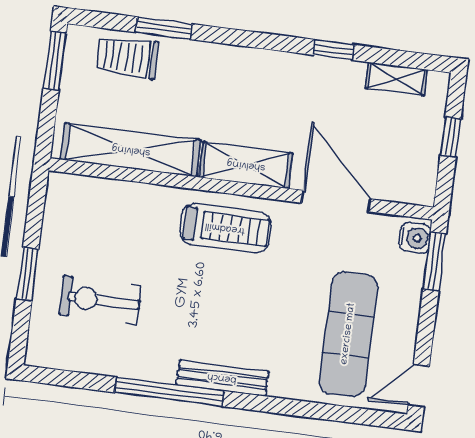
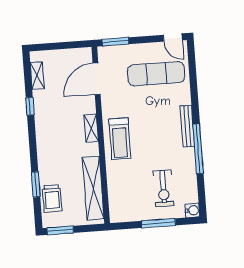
window: (451, 137) -> (58, 46), removed
shelving: (246, 165) -> (91, 128), width x0.67, depth x0.75
door: (336, 201) -> (97, 79), moved
treadmill: (225, 228) -> (120, 139), turned 180
water cooler: (415, 238) -> (192, 210), moved, turned 90
window: (27, 274) -> (158, 223), width x1.44

